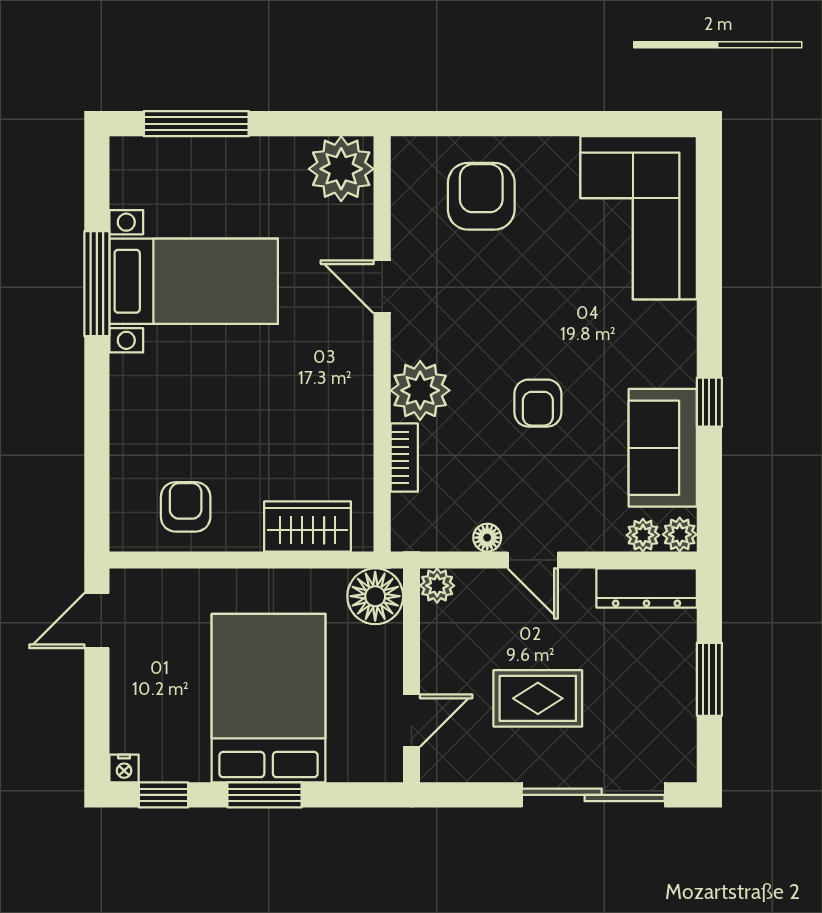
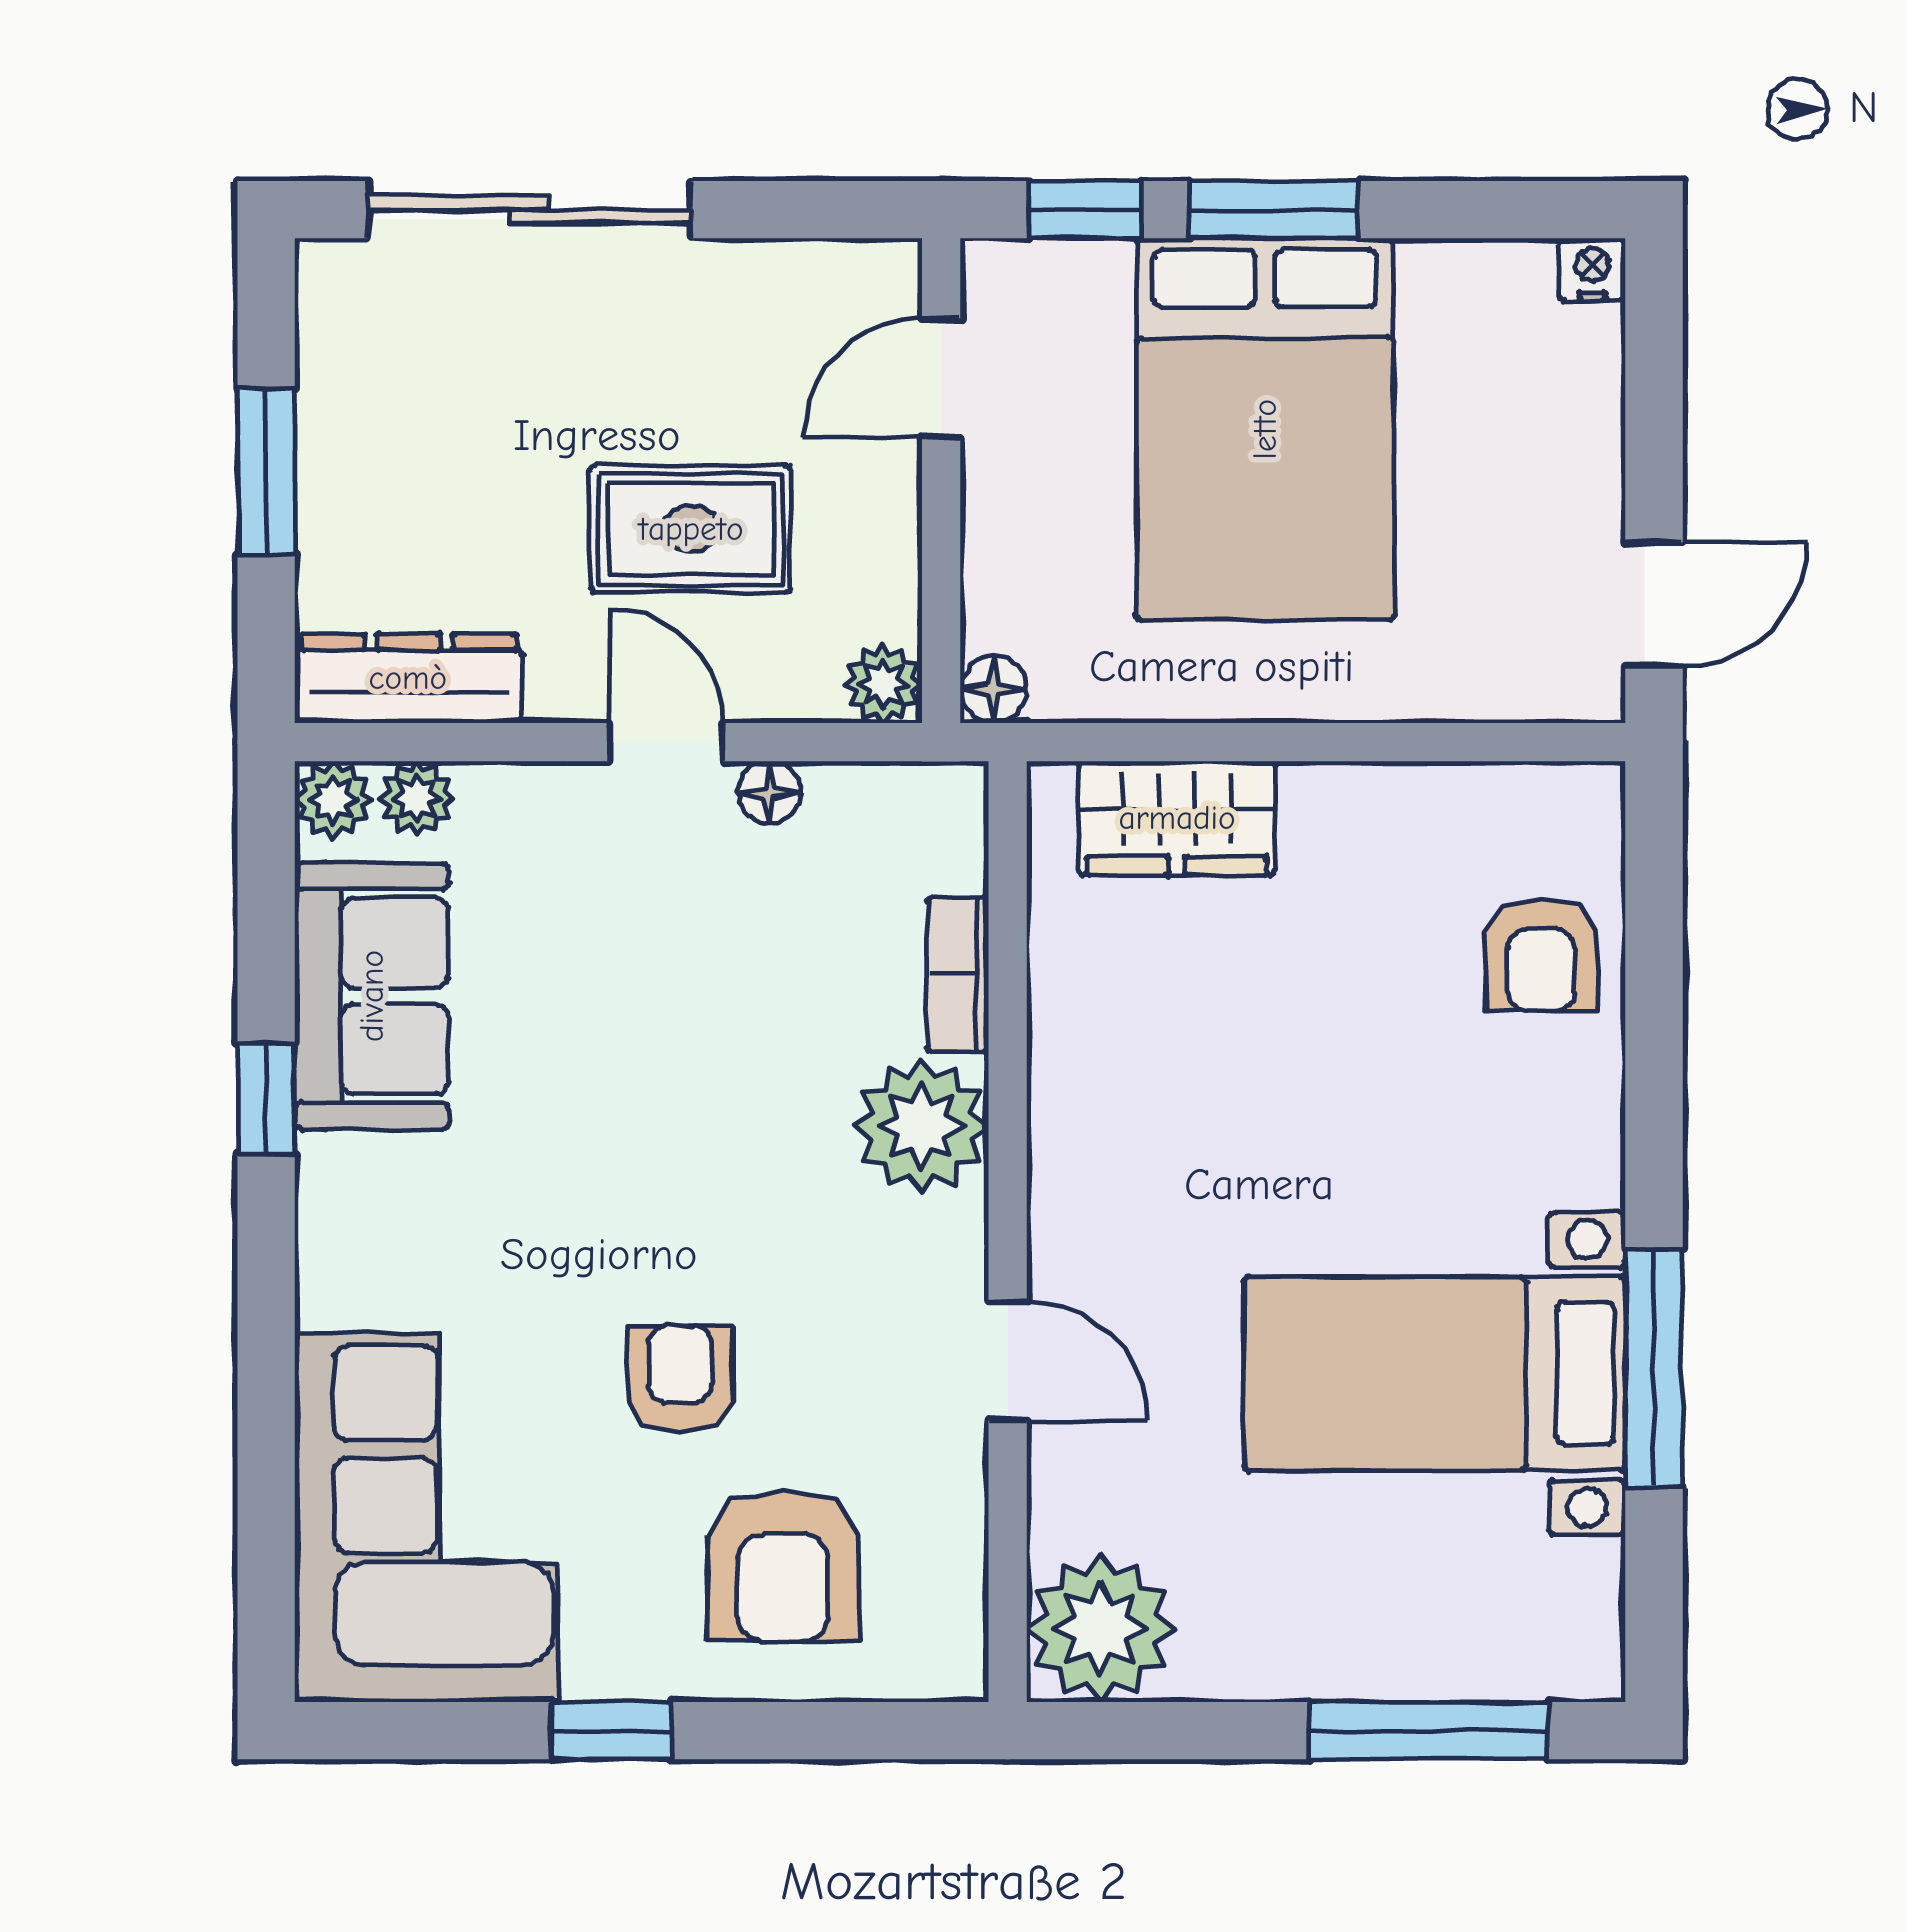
window: (557, 124) -> (611, 1731), added
armchair: (538, 403) -> (680, 1379), moved
armchair: (186, 507) -> (1541, 954), moved
floor lamp: (375, 596) -> (994, 689), width x0.53, depth x0.53
rug: (538, 698) -> (691, 529), moved
window: (163, 795) -> (1085, 210), moved

